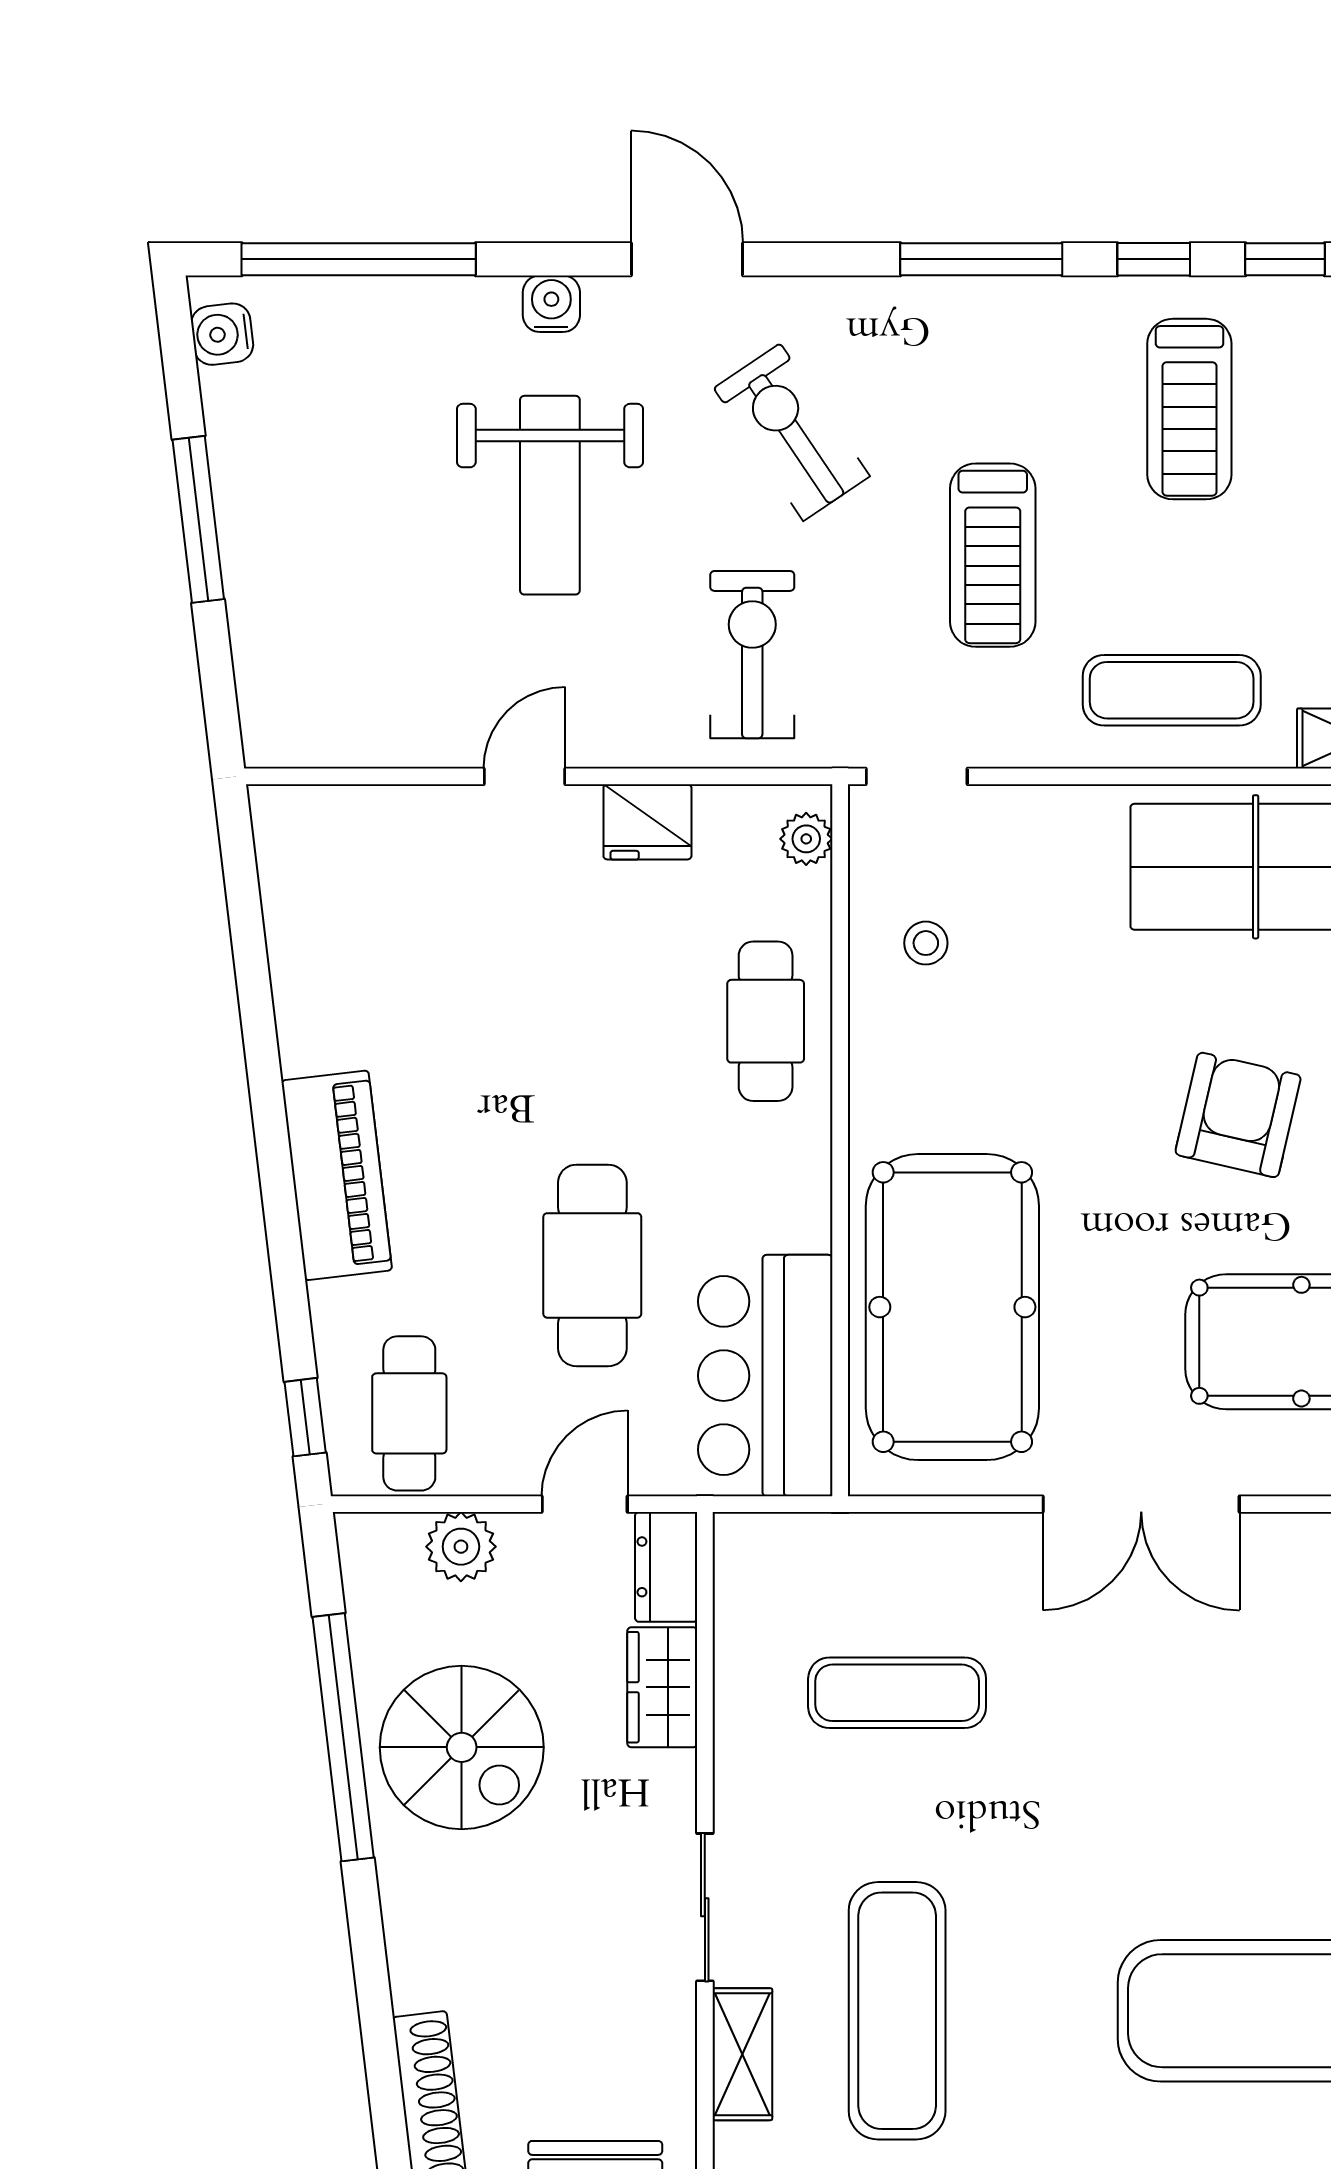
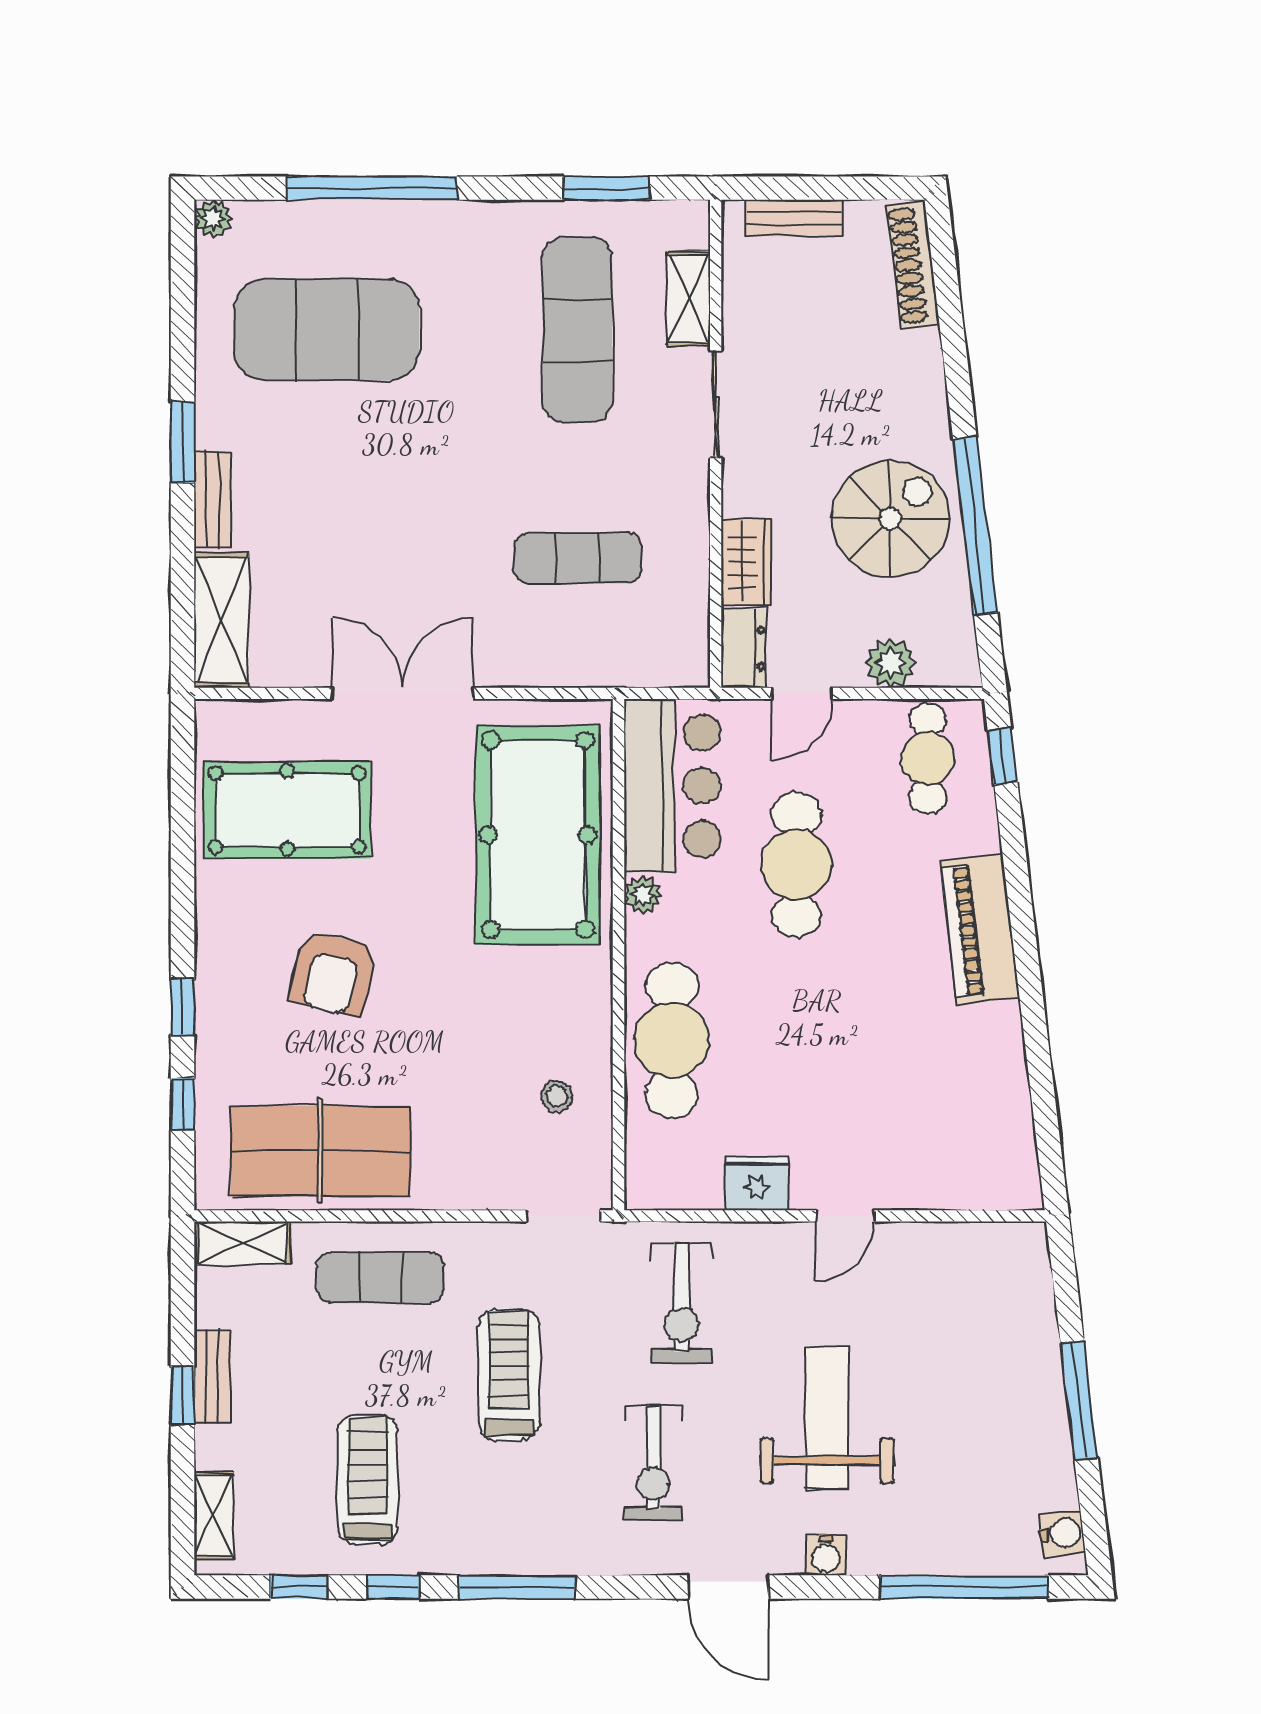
exercise bike: (792, 432) -> (653, 1463), turned 34
plant: (806, 839) -> (643, 895), moved
cafe table: (766, 1021) -> (672, 1040), width x1.37, depth x1.35
spiral stairs: (462, 1747) -> (890, 519), turned 90

